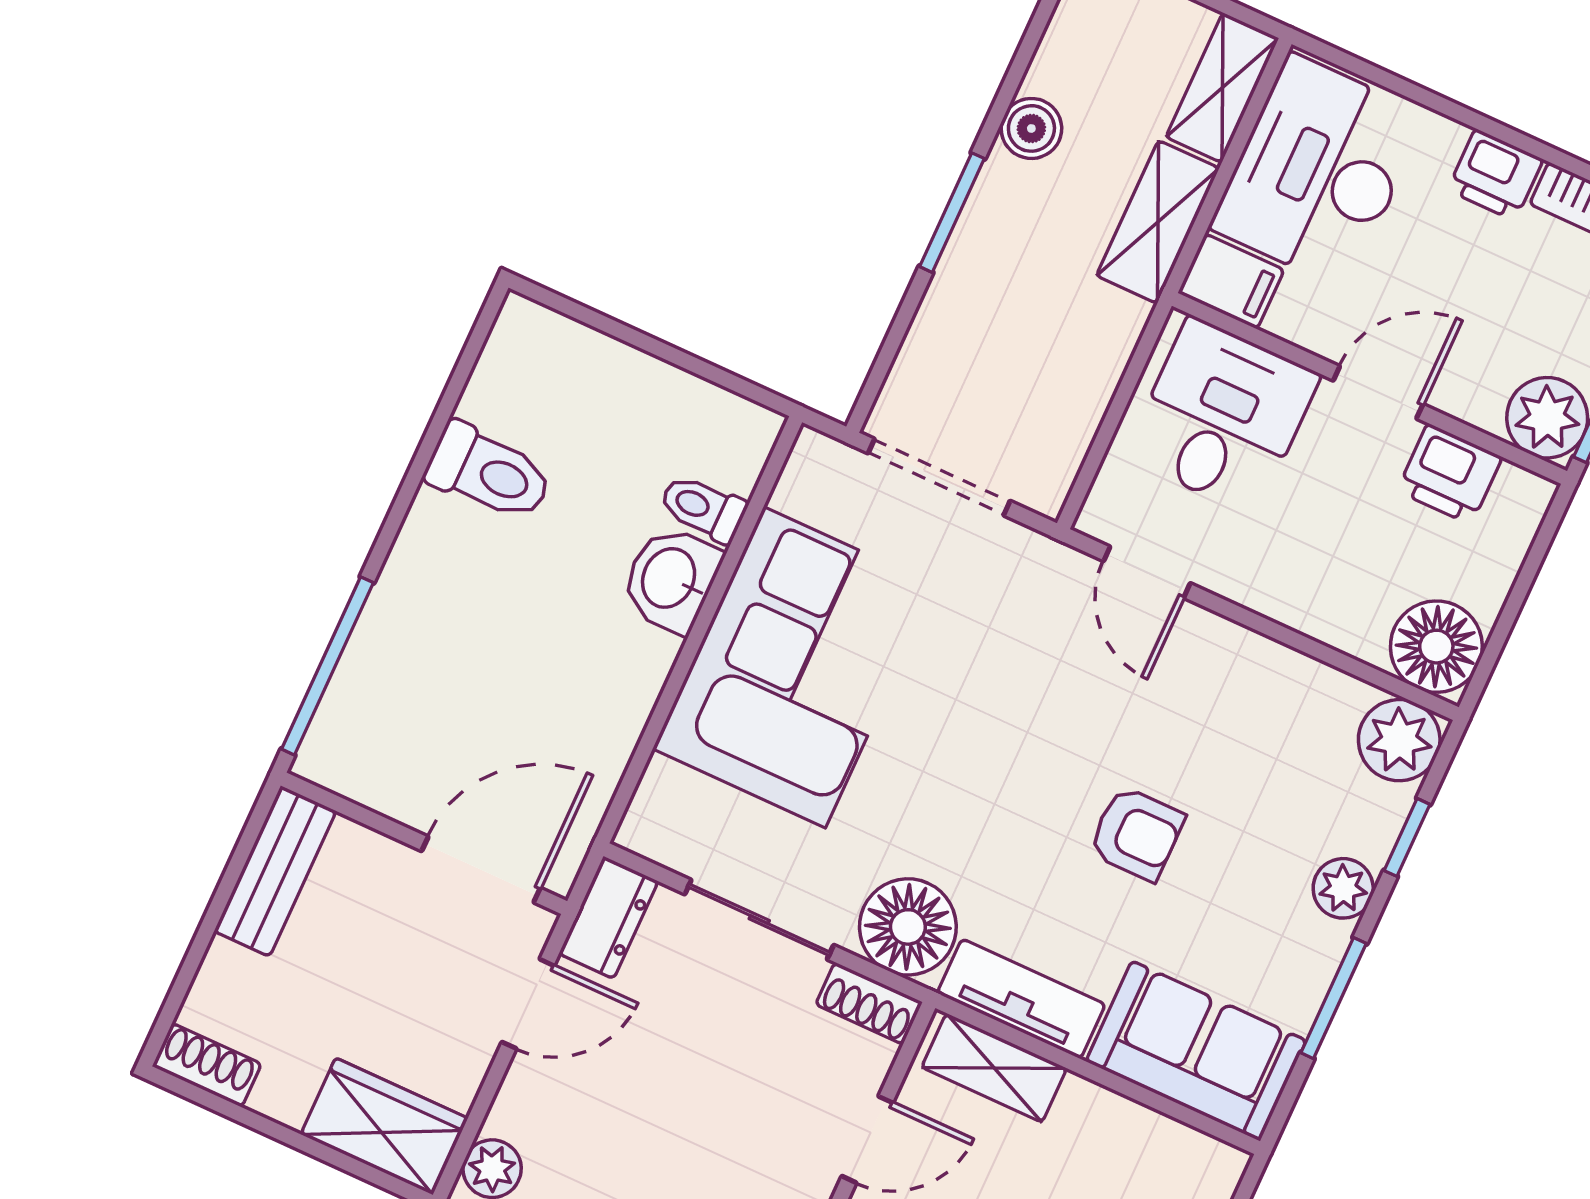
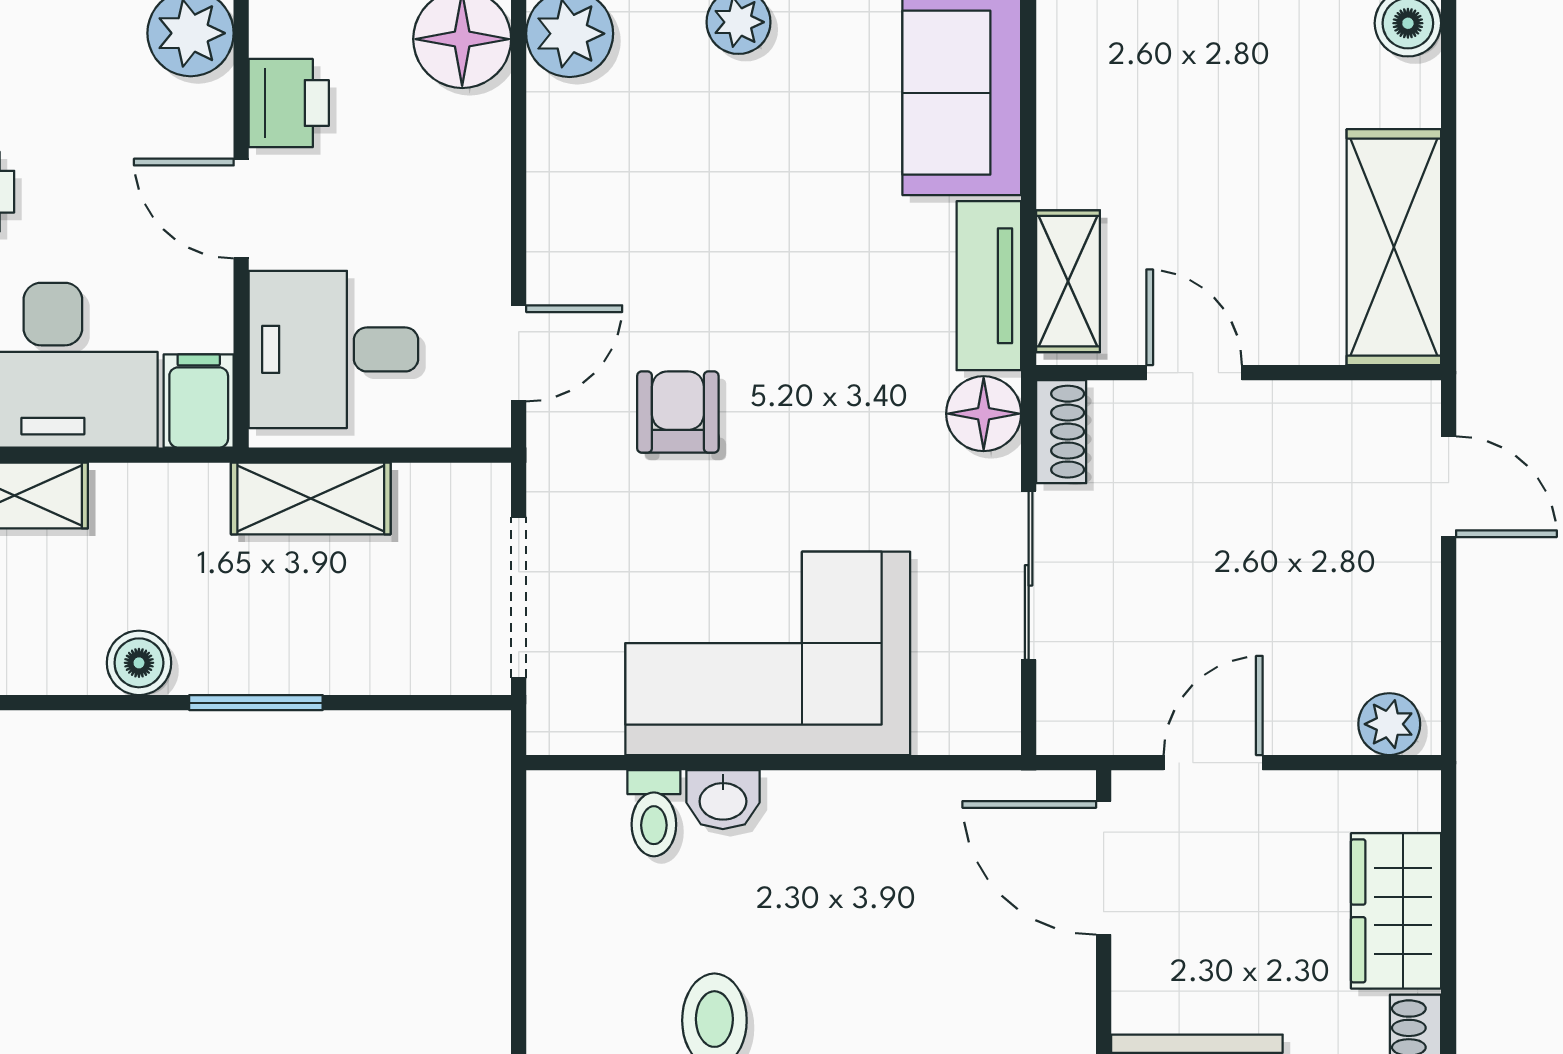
shelving: (1158, 222) -> (311, 498), moved
washbasin: (671, 579) -> (723, 800), width x0.72, depth x0.69
armchair: (1136, 834) -> (678, 412), moved
dresser: (609, 918) -> (1094, 723), removed
floor lamp: (908, 927) -> (984, 414), width x0.73, depth x0.73
door: (528, 1004) -> (1213, 763), hinge flipped
wardrobe: (384, 1126) -> (1396, 911), moved

